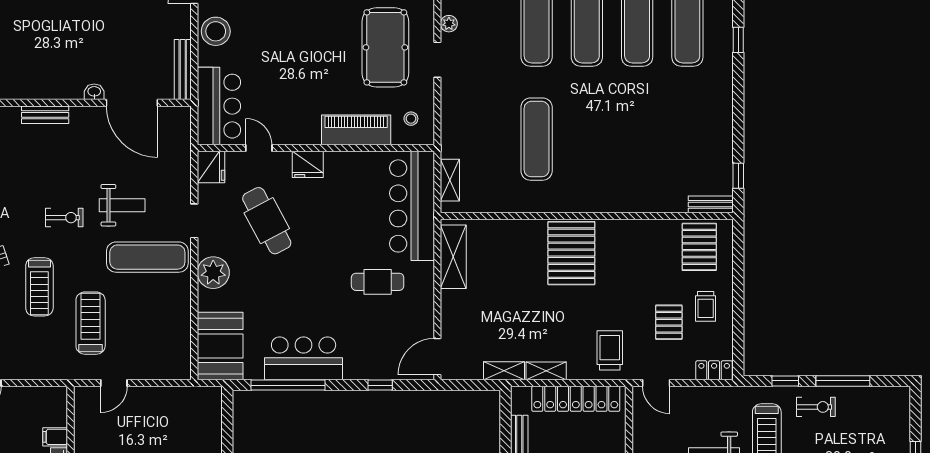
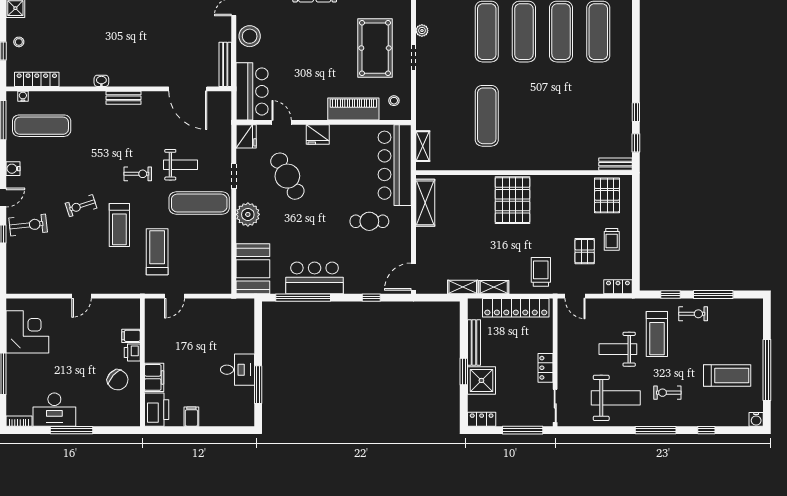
window: (738, 40) -> (636, 112), moved
washbasin: (94, 92) -> (101, 81), moved

